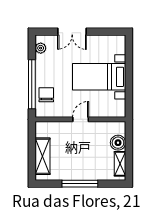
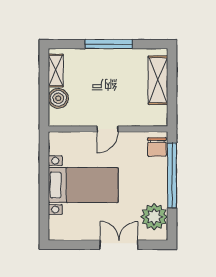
plant: (41, 48) -> (154, 217), width x1.88, depth x1.88
chair: (46, 95) -> (157, 147), moved

